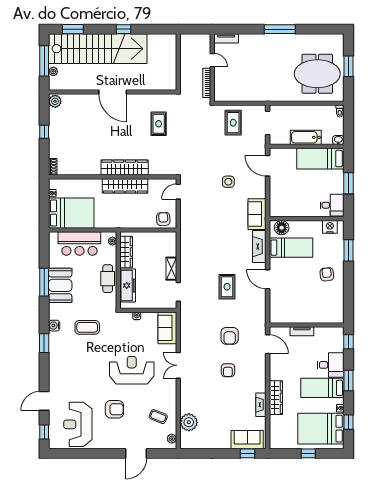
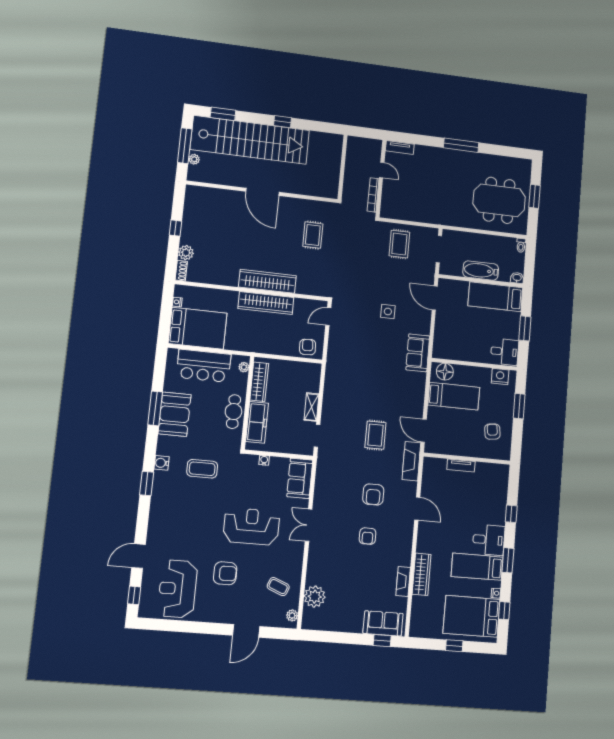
plant: (55, 101) -> (186, 253), moved
fireplace: (259, 247) -> (411, 461), moved
wall: (307, 325) -> (467, 459), moved
tv unit: (302, 331) -> (461, 465), moved

